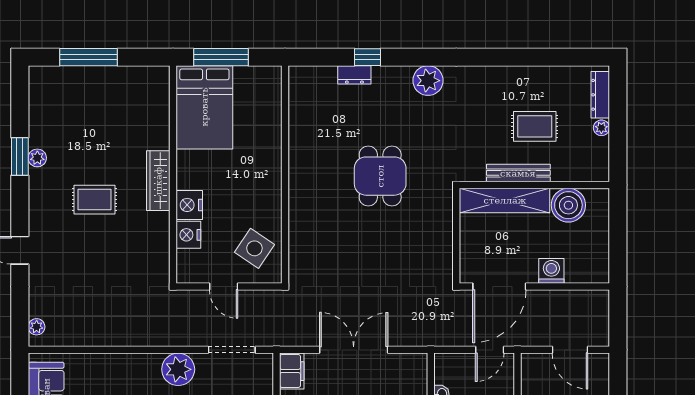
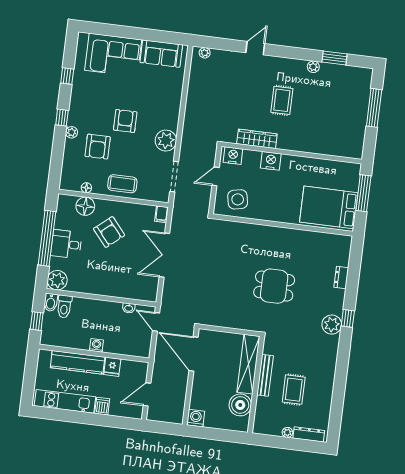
window: (367, 57) -> (348, 318), moved
bed: (204, 107) -> (329, 207), moved
window: (20, 157) -> (335, 58), moved
wardrobe: (158, 181) -> (257, 139), moved
nightstand: (188, 235) -> (233, 156), moved
side table: (254, 248) -> (238, 199), turned 45
washing machine: (551, 271) -> (196, 418), moved, turned -90
double door: (354, 350) -> (164, 255), swing flipped
door: (490, 350) -> (156, 322), moved
filing cabinet: (292, 371) -> (161, 214), width x0.50

